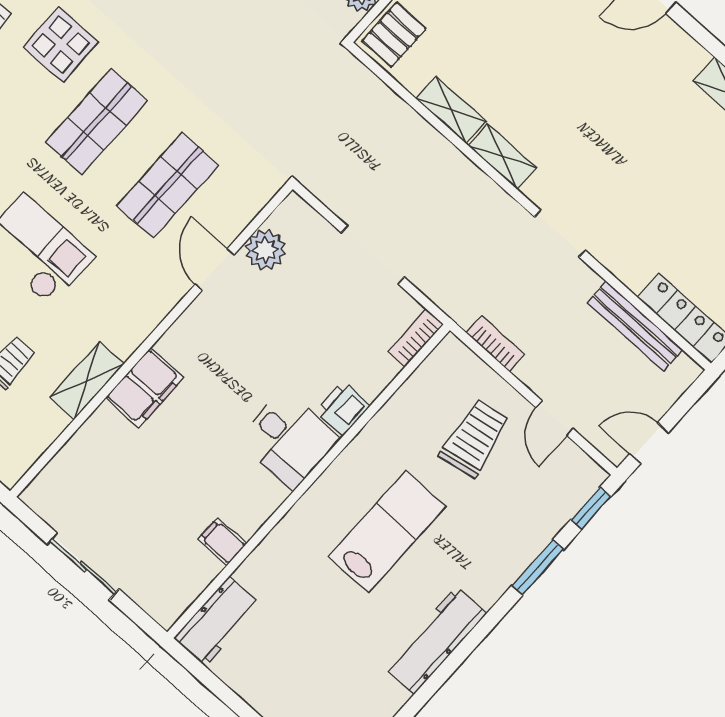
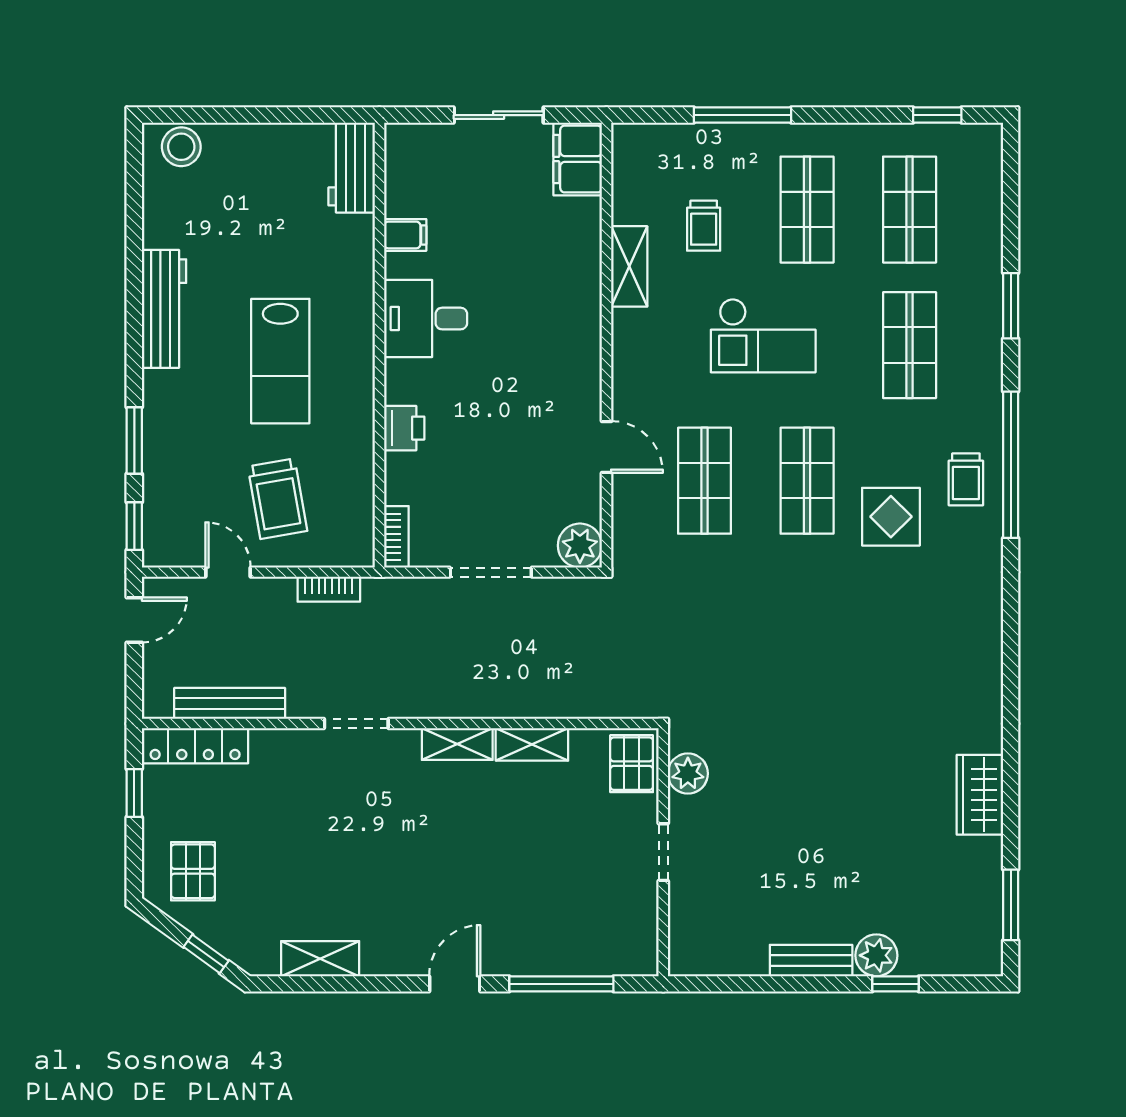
plant: (265, 250) -> (580, 546), moved
filing cabinet: (145, 388) -> (578, 159), moved
desk: (288, 439) -> (426, 319), moved

